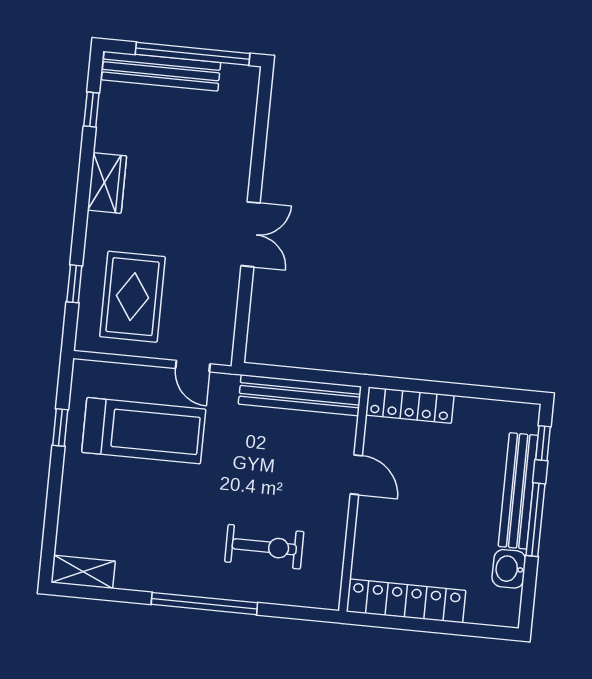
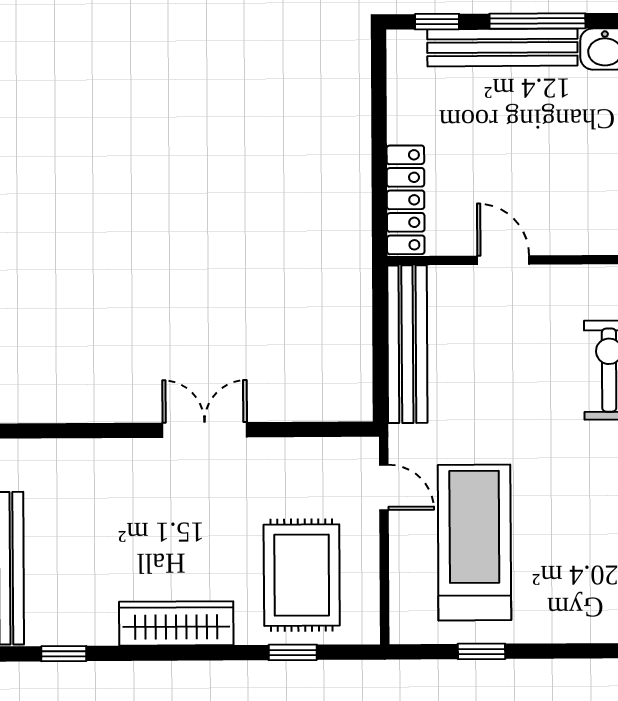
wardrobe: (107, 183) -> (176, 623), width x1.50
rug: (132, 297) -> (302, 575), turned 90
door: (193, 366) -> (384, 487), hinge flipped
door: (356, 475) -> (503, 260), hinge flipped

